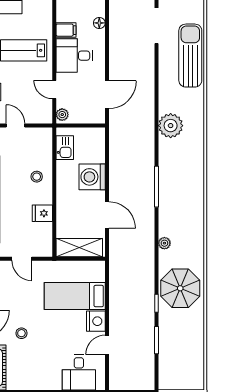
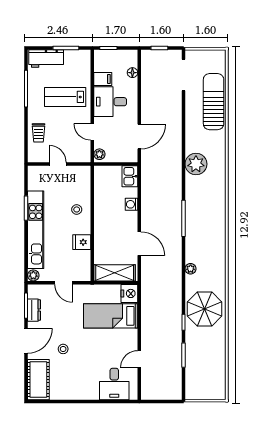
kitchen sink: (65, 148) -> (130, 176), moved, turned 180
washing machine: (92, 177) -> (131, 204), width x0.53, depth x0.53
nightstand: (96, 321) -> (129, 293), moved

